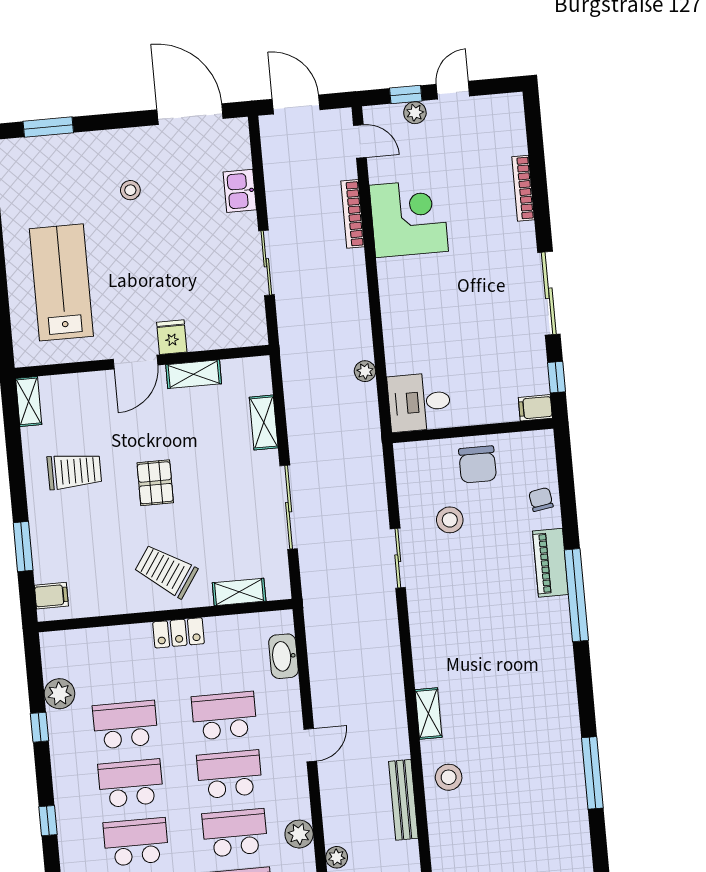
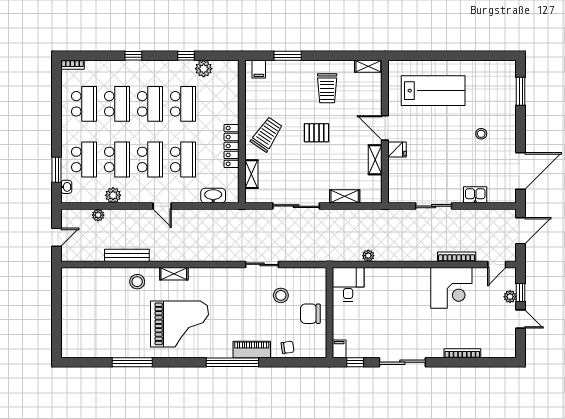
locker: (179, 633) -> (232, 146), width x1.53
grand piano: (517, 695) -> (179, 324), added

